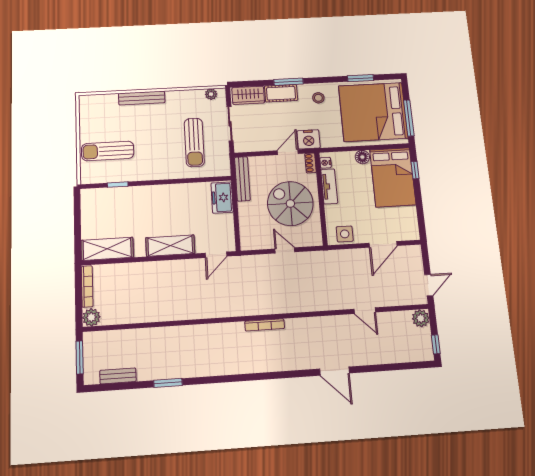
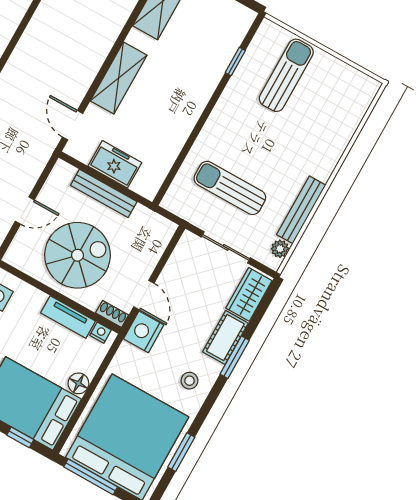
bench: (142, 98) -> (301, 210), moved
bench: (242, 179) -> (104, 193), moved
freezer: (222, 198) -> (115, 164), moved

